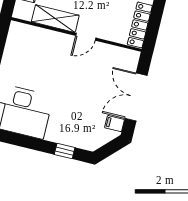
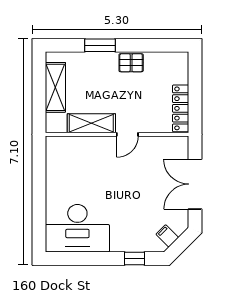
filing cabinet: (115, 124) -> (167, 236), moved, turned 45

